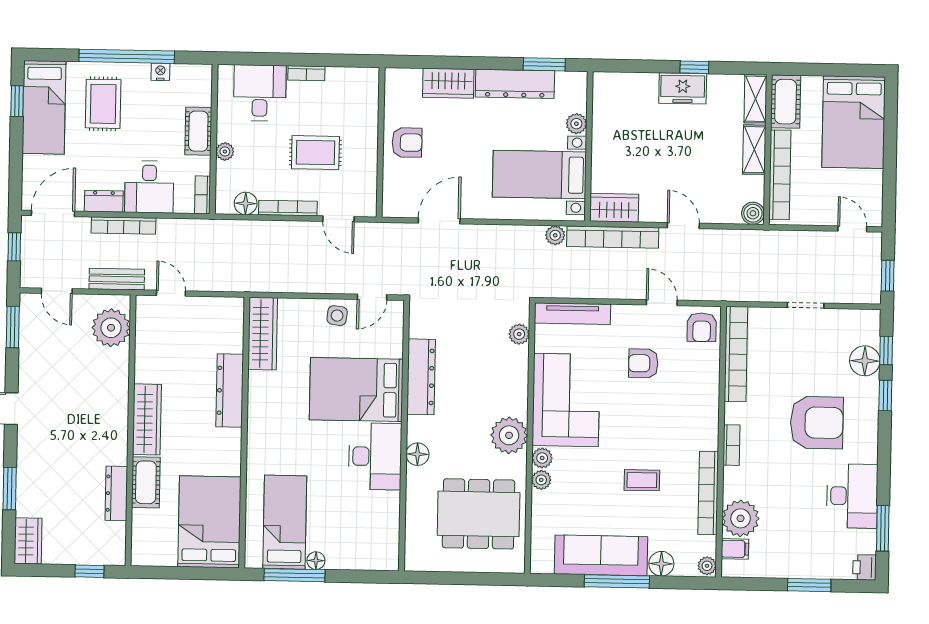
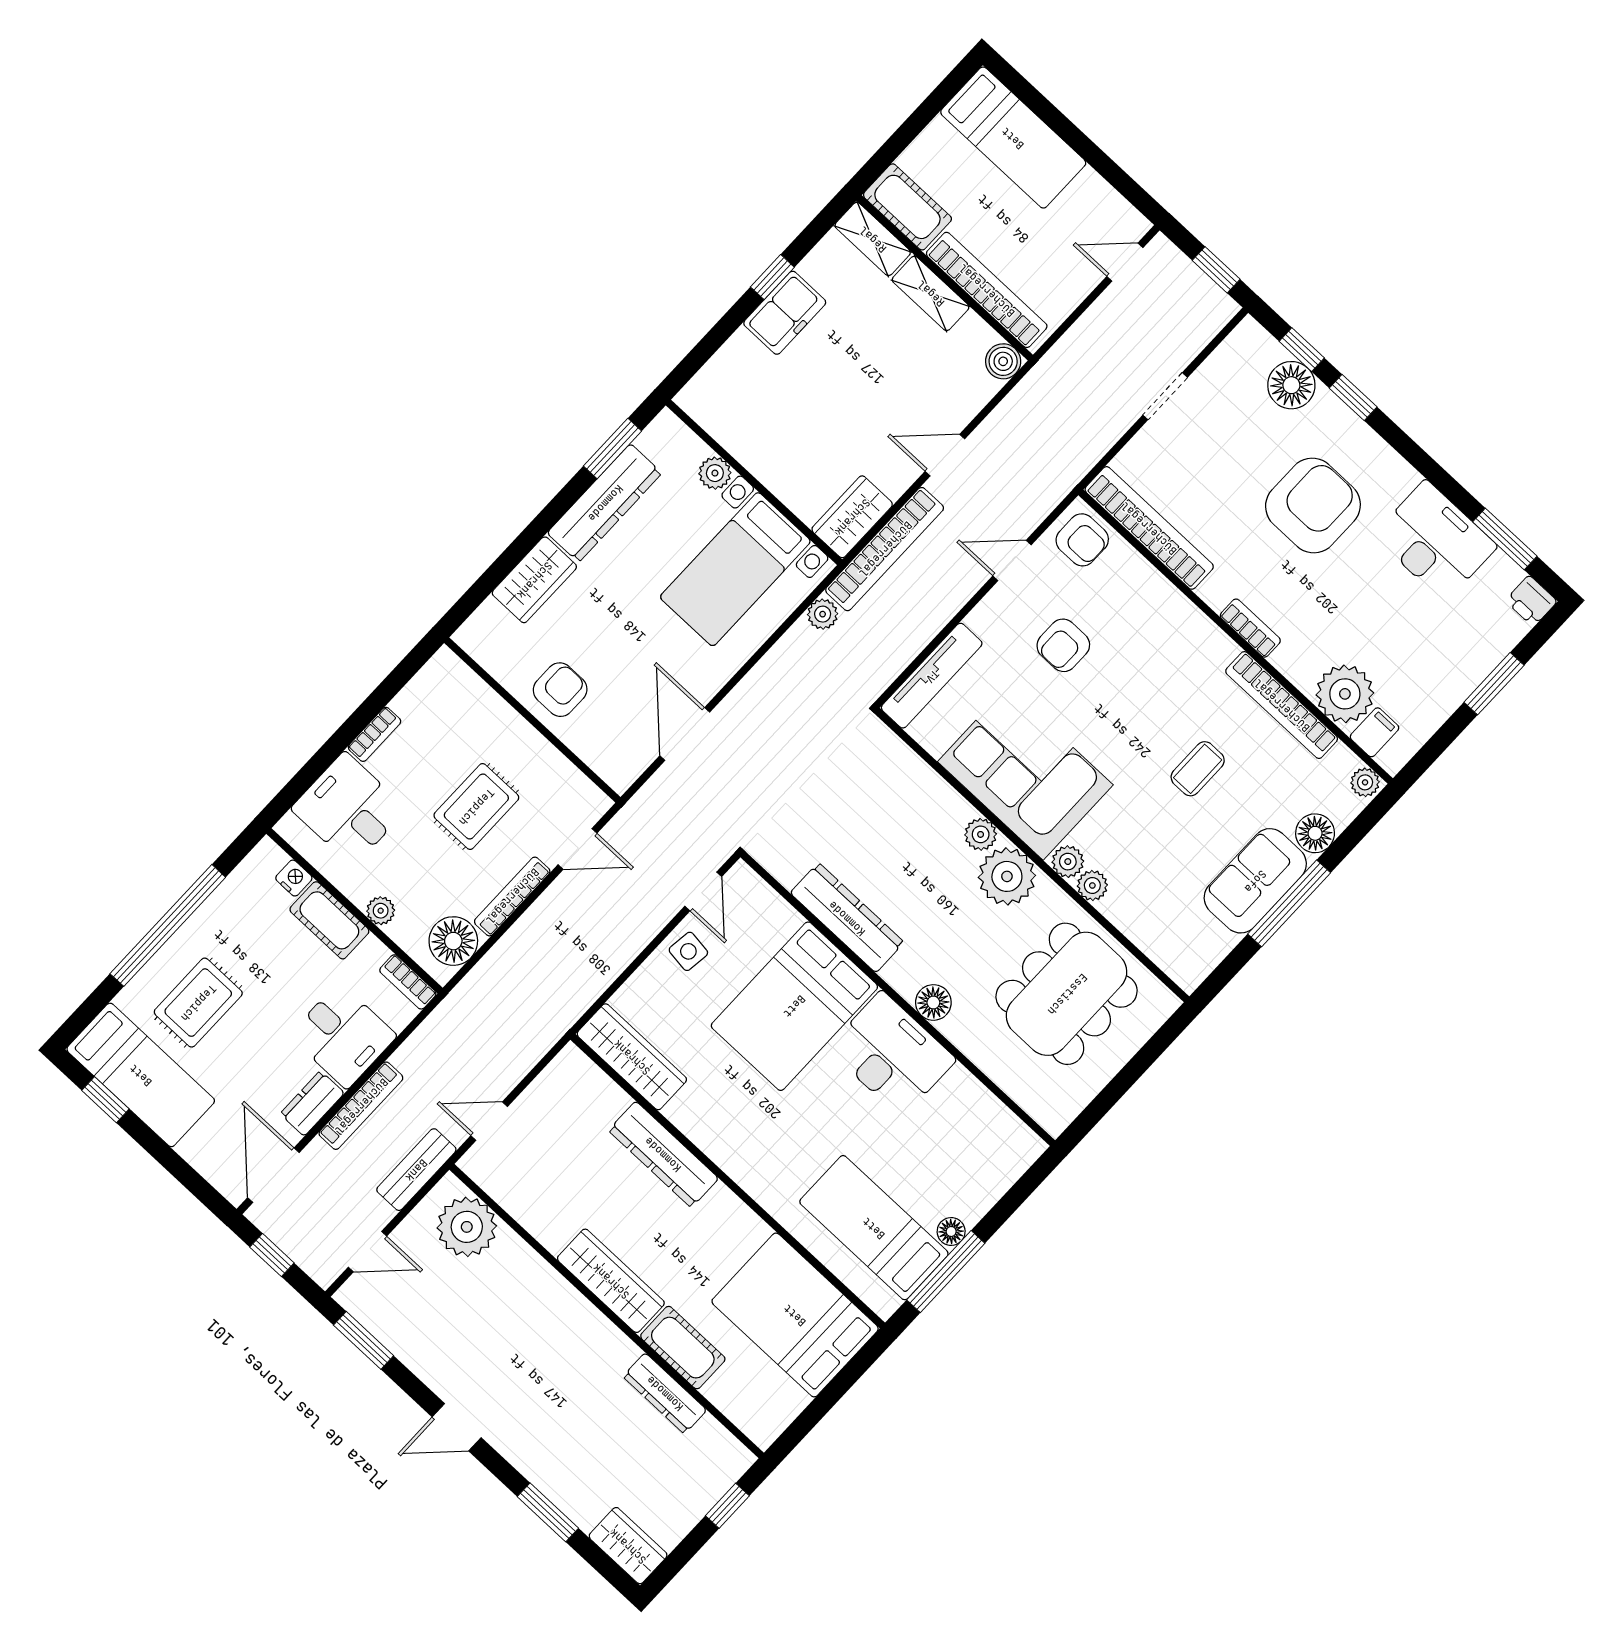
nightstand: (160, 72) -> (294, 878), moved, turned 90
rug: (103, 104) -> (198, 1003), turned 90
bed: (854, 122) -> (1013, 138), width x0.67
floor lamp: (246, 203) -> (453, 941), width x1.38, depth x1.38
plant: (519, 334) -> (981, 834), moved
sofa: (601, 555) -> (1255, 881), width x0.73

